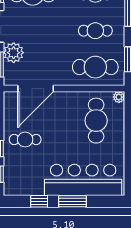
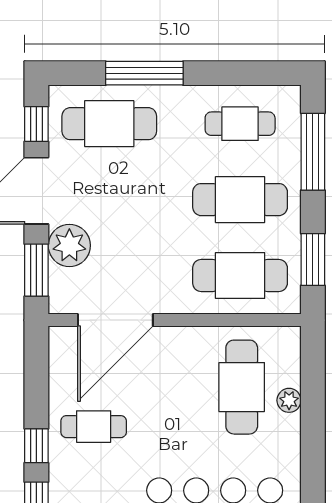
cafe table: (95, 31) -> (240, 200), width x1.37, depth x1.35
plant: (119, 97) -> (289, 400), moved

